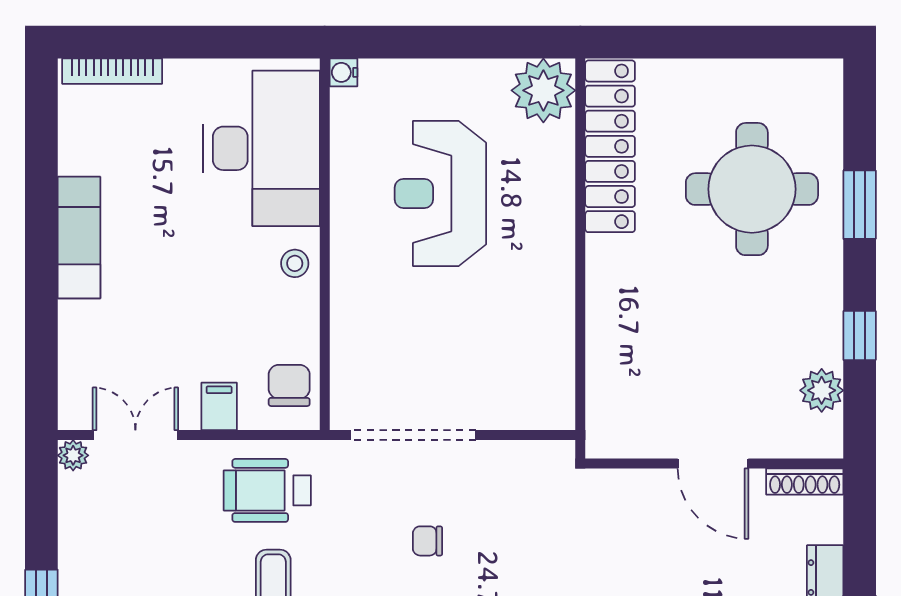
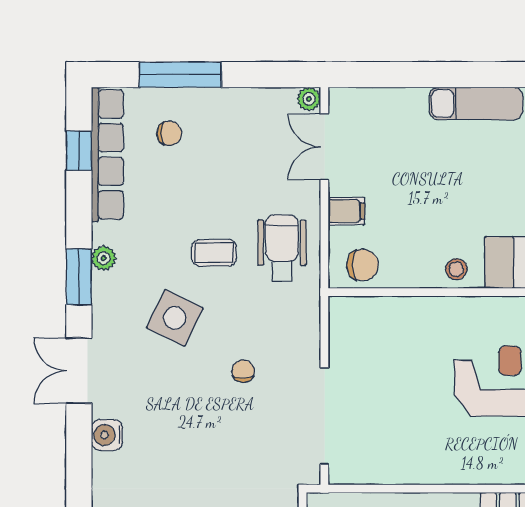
double door: (135, 435) -> (324, 147), swing flipped
doorway: (413, 435) -> (324, 416), moved

